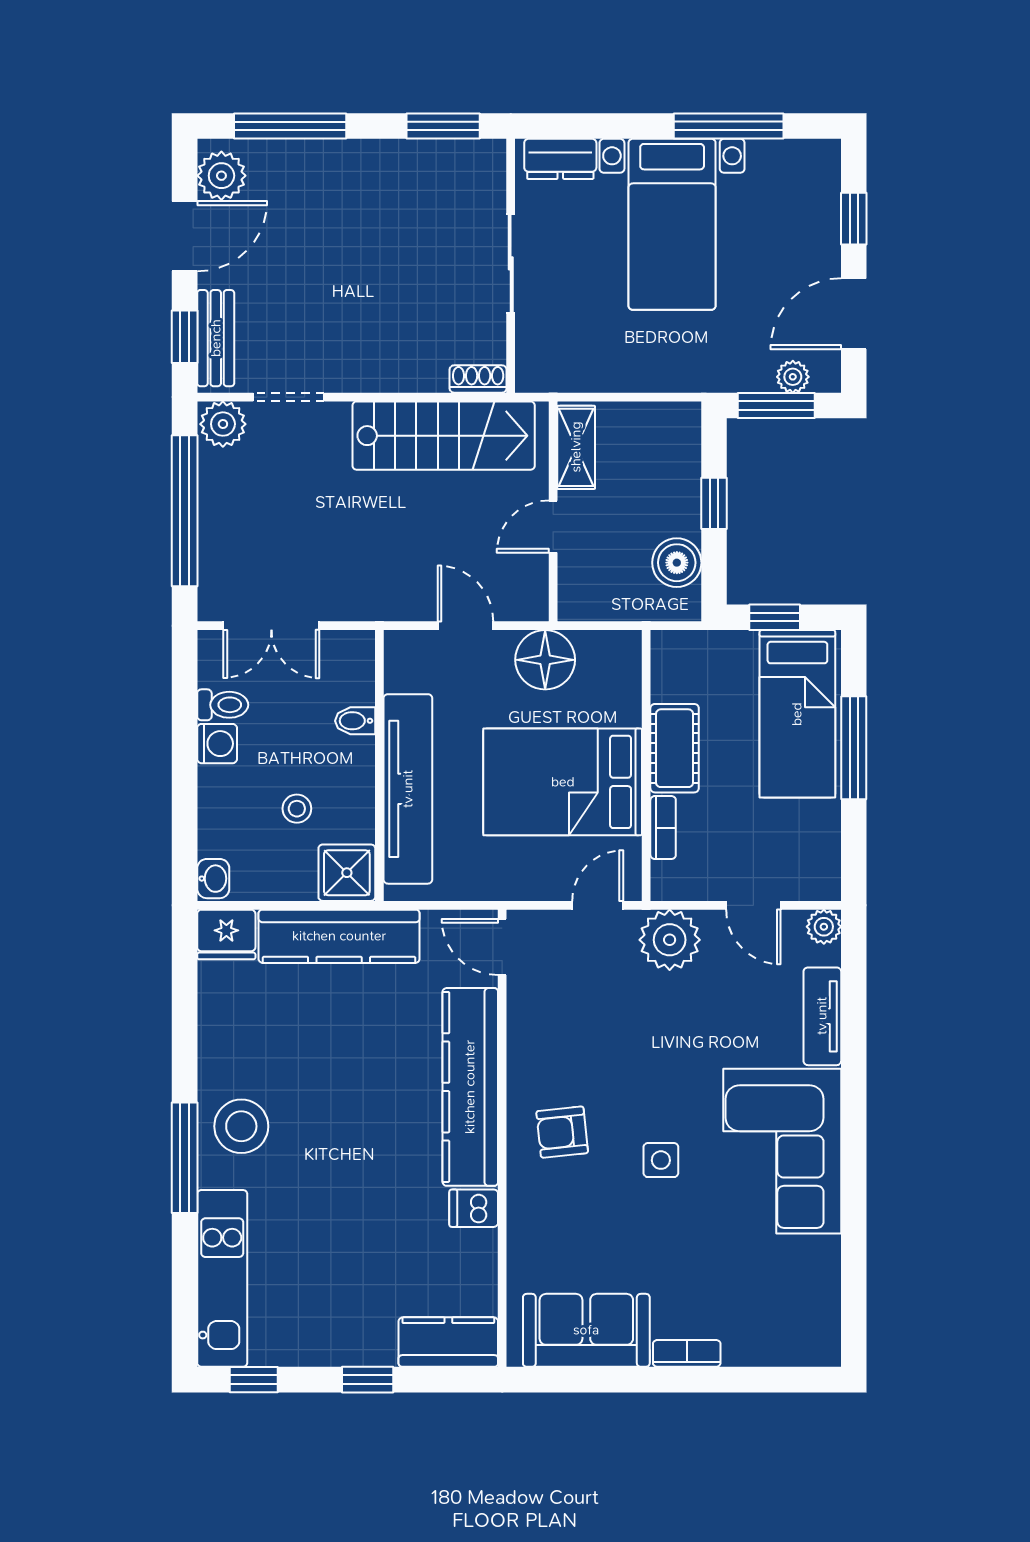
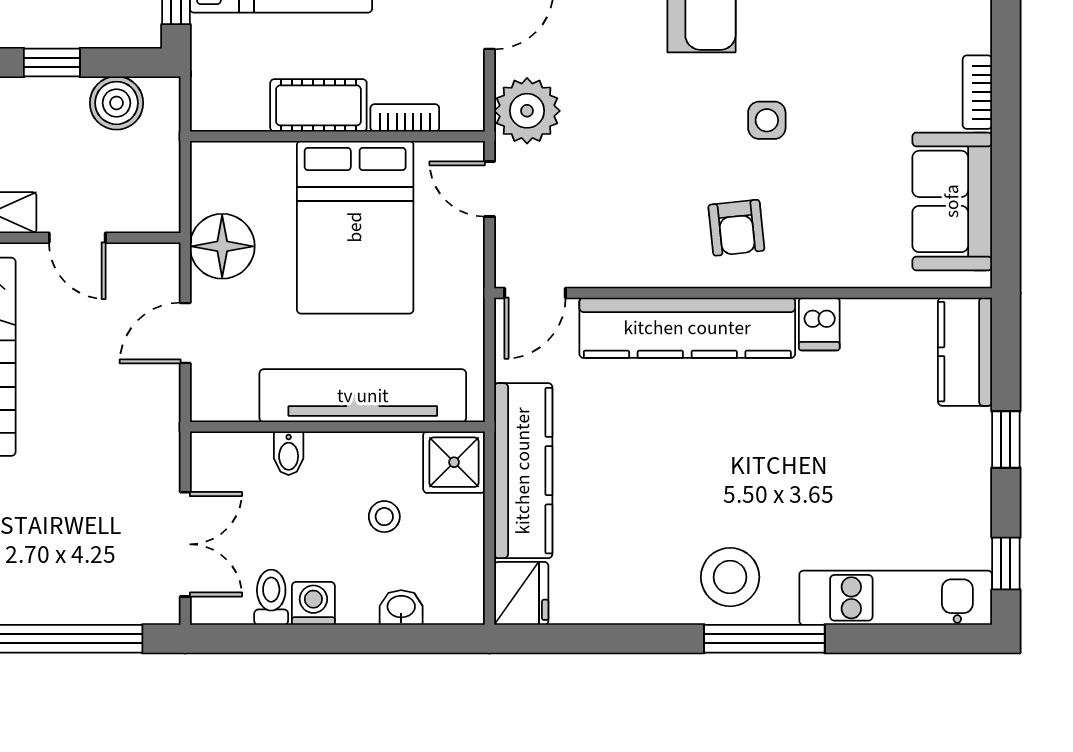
washbasin: (213, 879) -> (401, 608), moved

